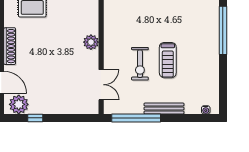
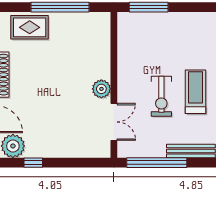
plant: (91, 42) -> (101, 89), moved
treadmill: (168, 60) -> (195, 92), turned 180

